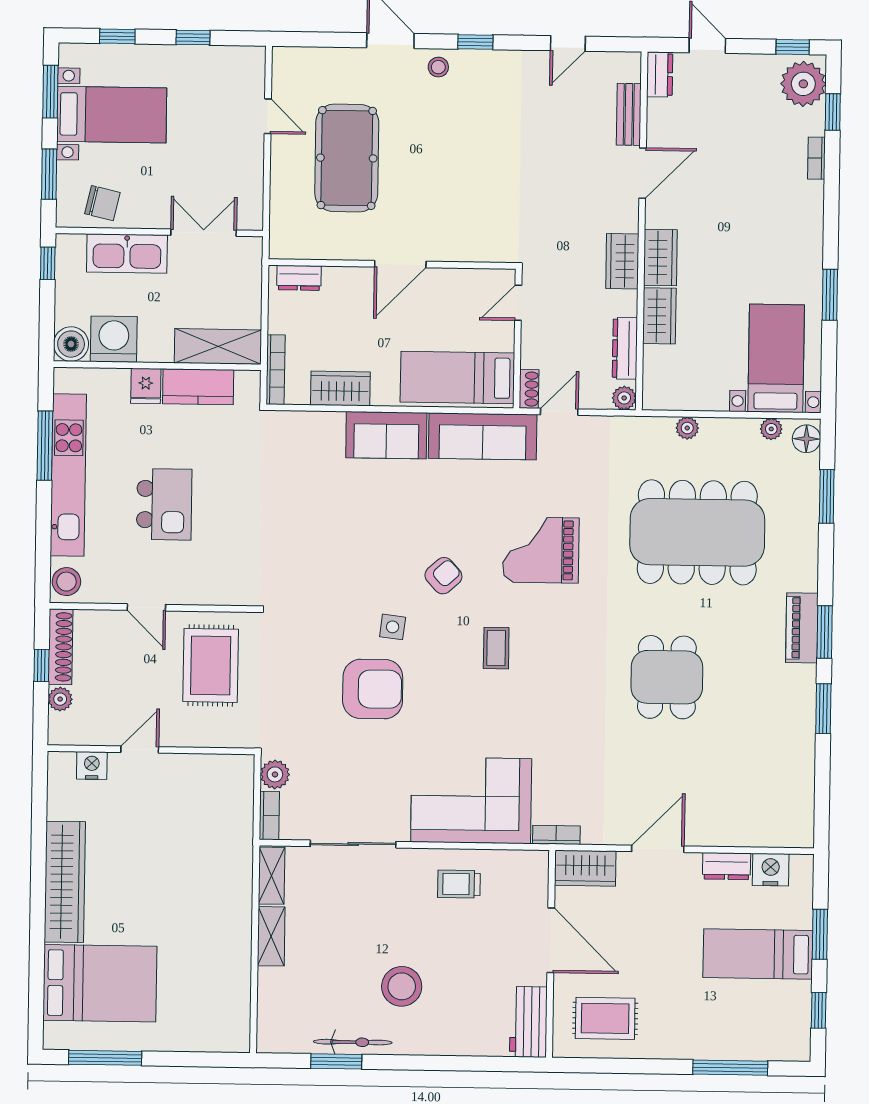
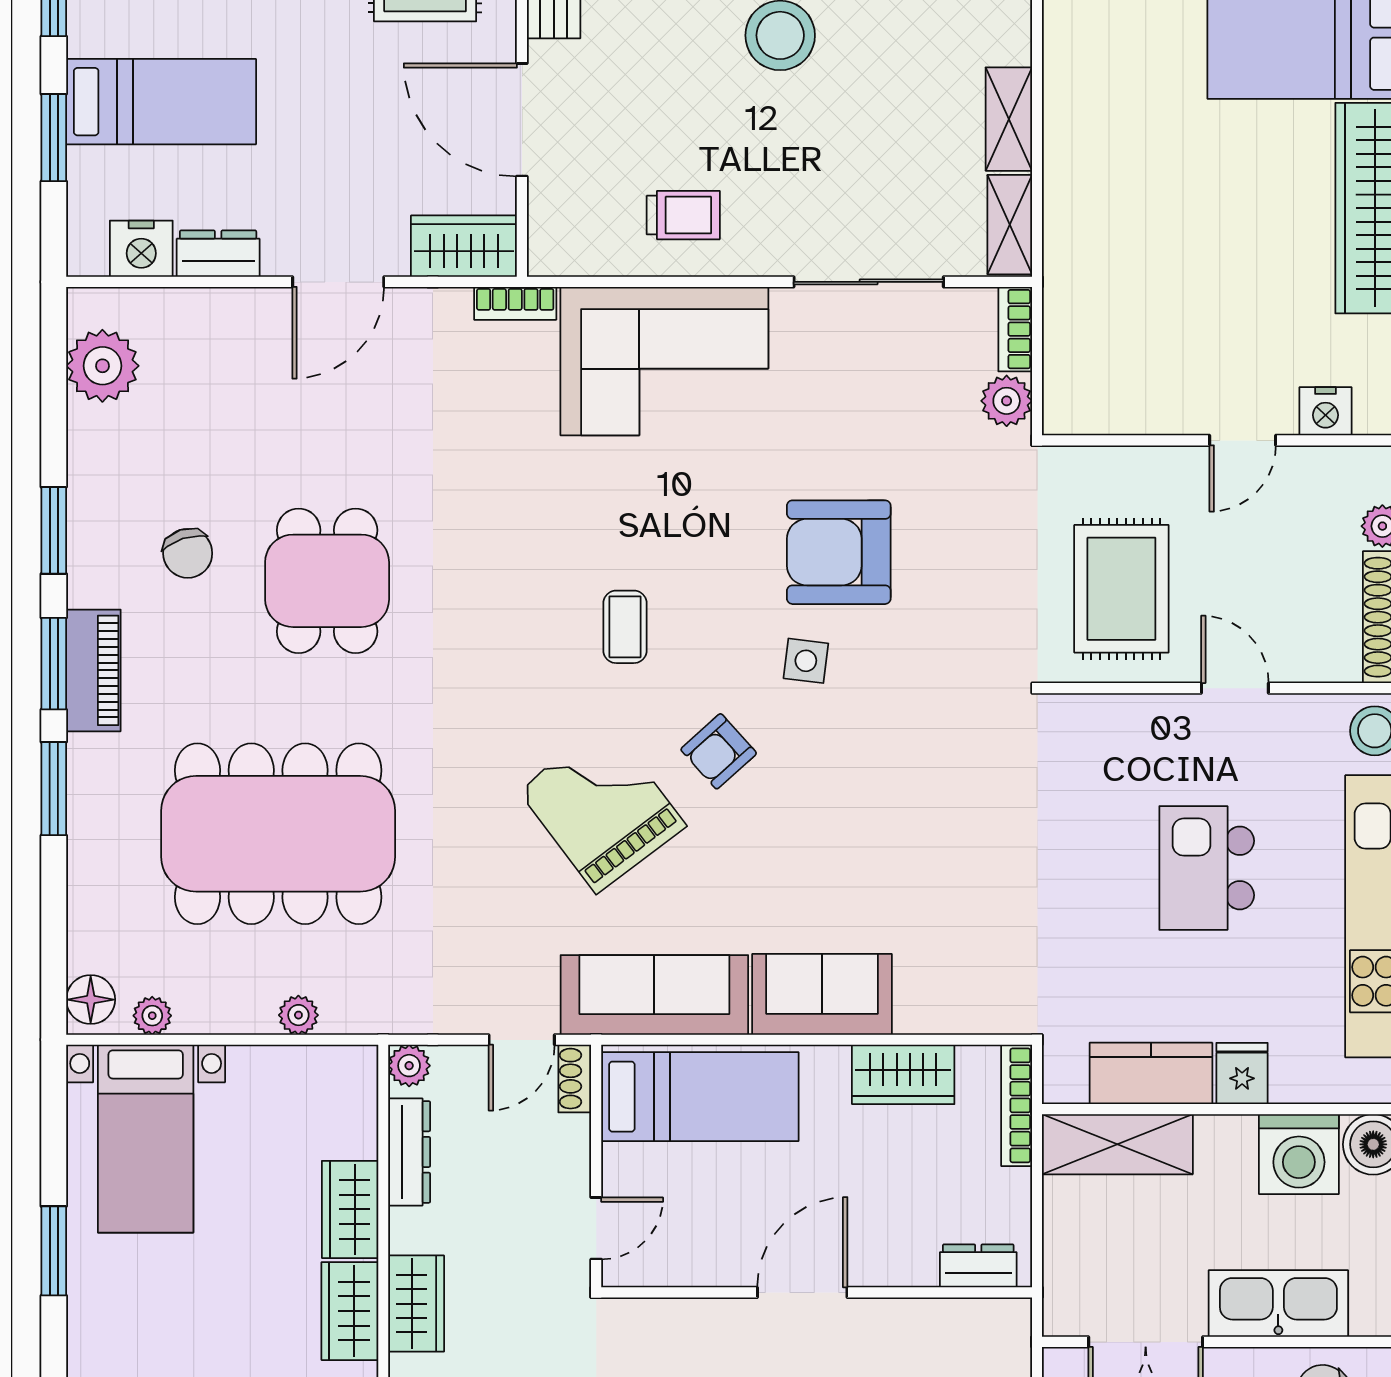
window: (827, 496) -> (54, 789), moved
grand piano: (541, 550) -> (602, 808), moved, turned -127
chair: (747, 694) -> (188, 553), added
plant: (794, 803) -> (102, 366), added

